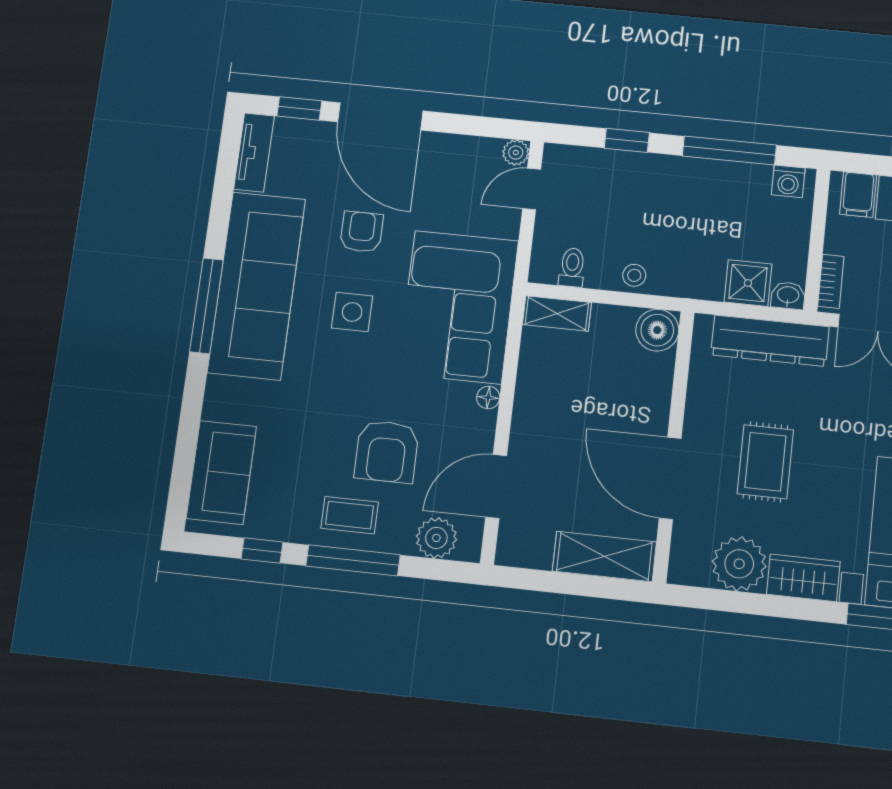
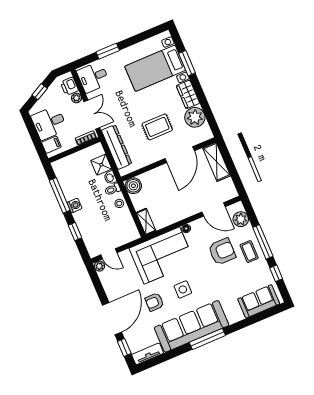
washing machine: (788, 181) -> (75, 205), moved
toilet: (572, 267) -> (113, 189), moved
washbasin: (788, 295) -> (110, 178), moved

